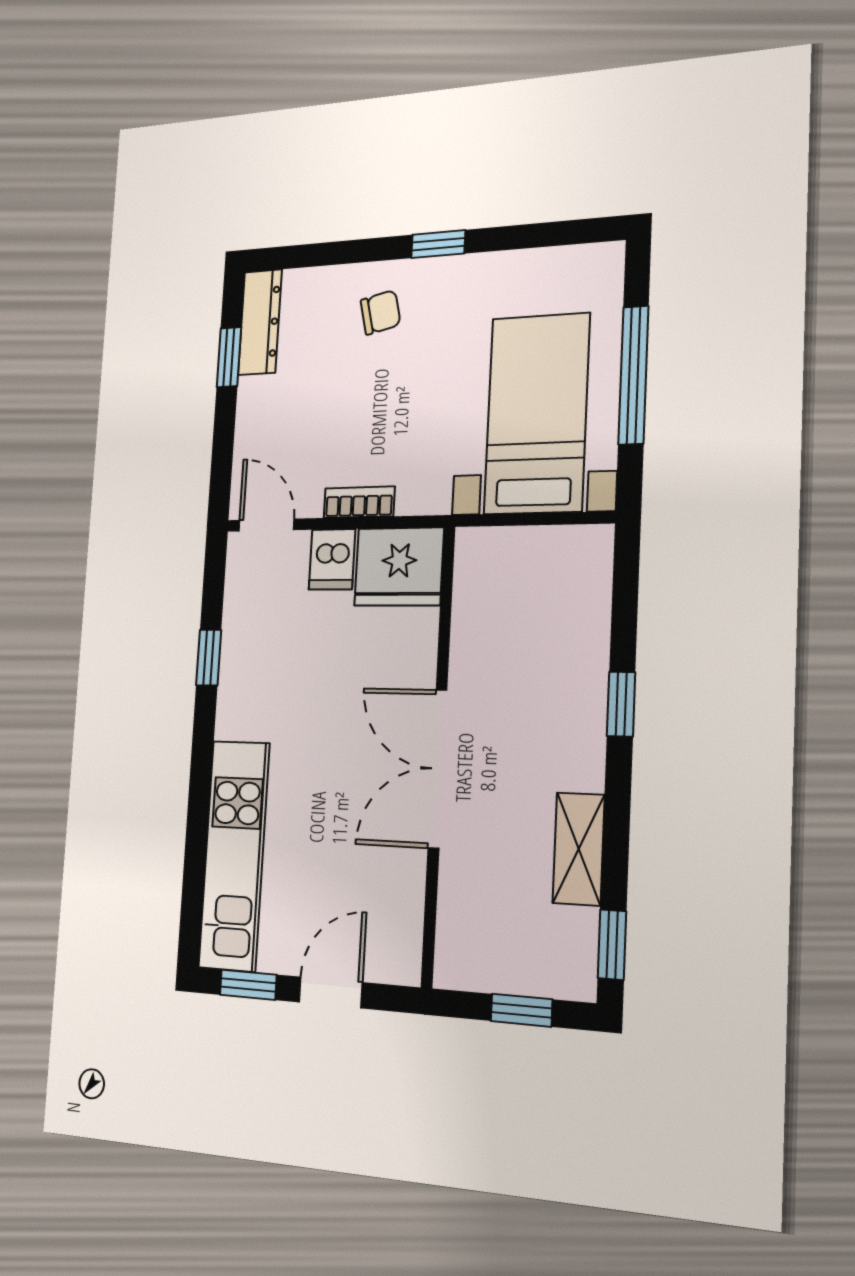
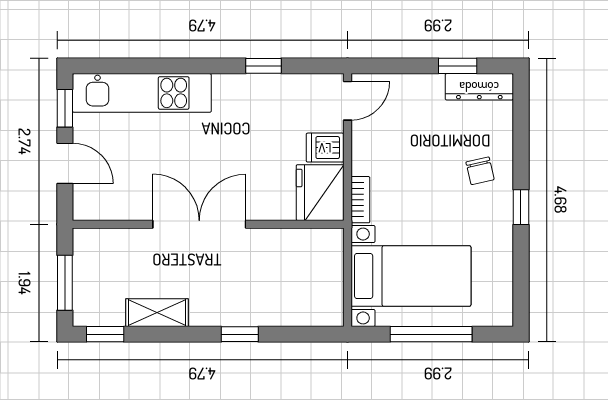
bookcase: (359, 502) -> (360, 200), moved
window: (521, 1010) -> (65, 283), width x1.50

